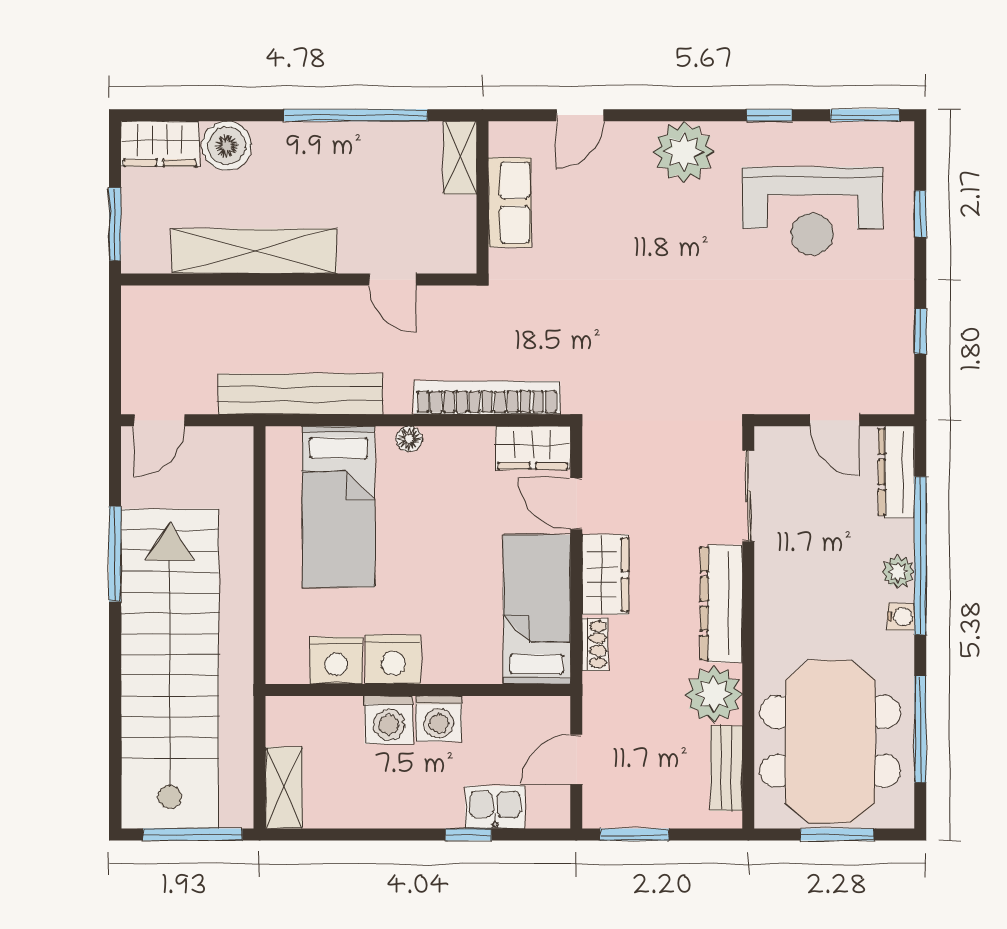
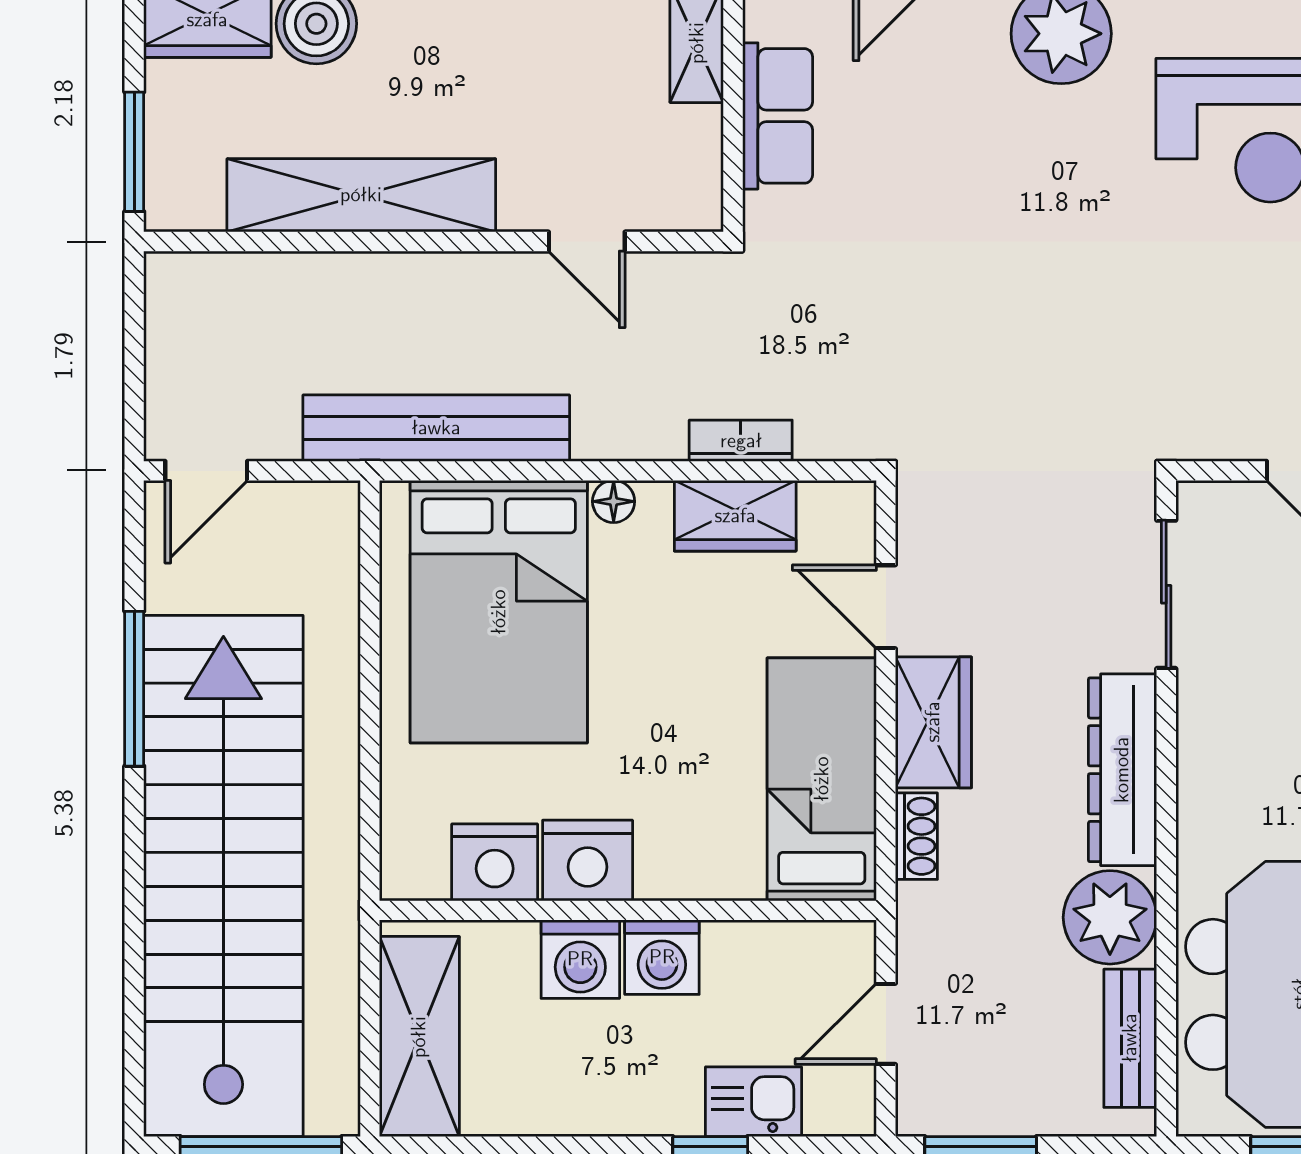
bookcase: (487, 398) -> (741, 441), width x0.43, depth x0.76
wardrobe: (533, 448) -> (735, 516), moved
bed: (339, 507) -> (499, 612), width x1.50
shelving: (284, 788) -> (419, 1037), width x1.50, depth x1.33

